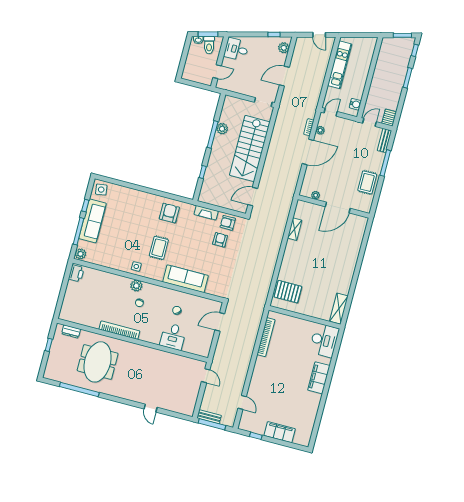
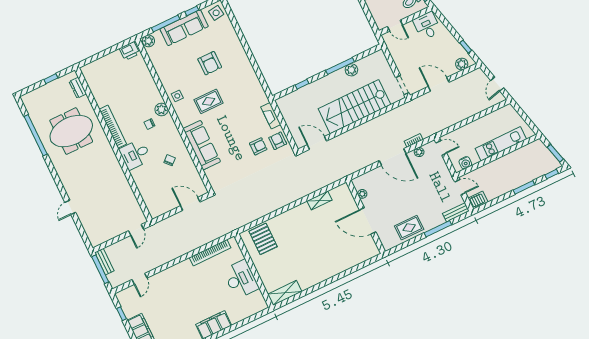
kitchen unit: (340, 65) -> (501, 144), moved, turned 180
armchair: (169, 213) -> (210, 63), moved, turned 90
desk: (173, 336) -> (135, 154), moved
desk: (324, 340) -> (241, 279), moved, turned -90

